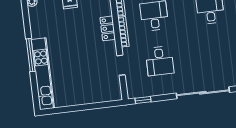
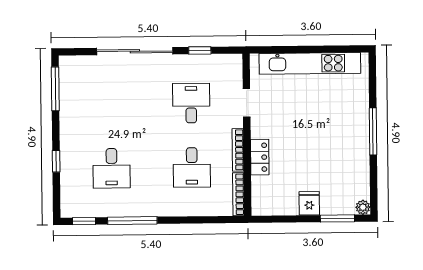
kitchen unit: (43, 74) -> (310, 63), moved, turned -90
window: (143, 100) -> (200, 50), moved

